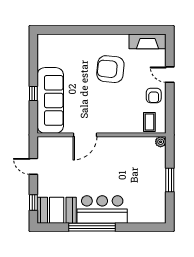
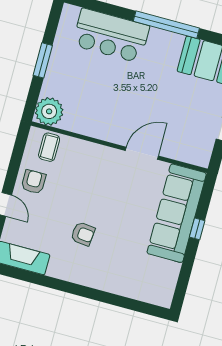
armchair: (110, 69) -> (83, 234), width x0.53, depth x0.53
plant: (161, 142) -> (49, 111), width x1.88, depth x1.88
bar counter: (102, 209) -> (111, 36), moved

